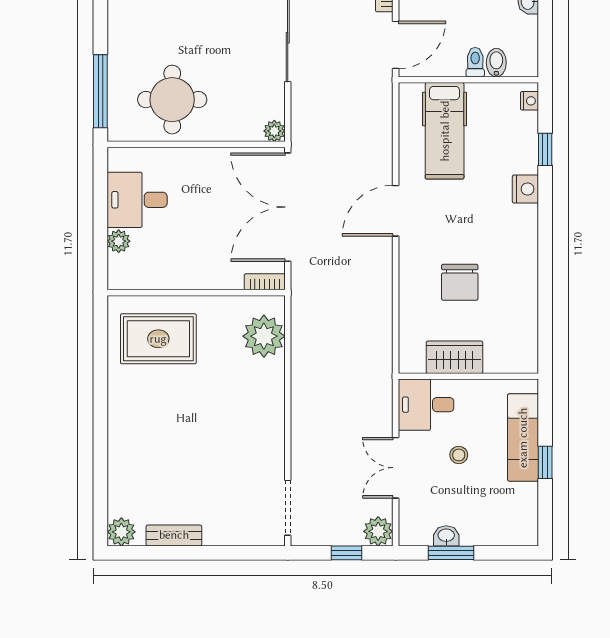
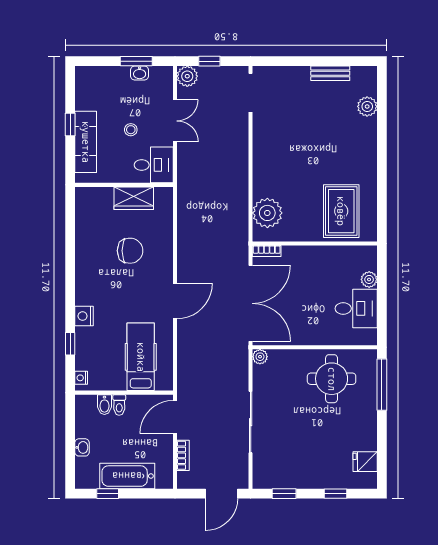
chair: (460, 282) -> (130, 251), turned 90
rug: (158, 339) -> (341, 211), turned 90
plant: (121, 532) -> (367, 106), moved

